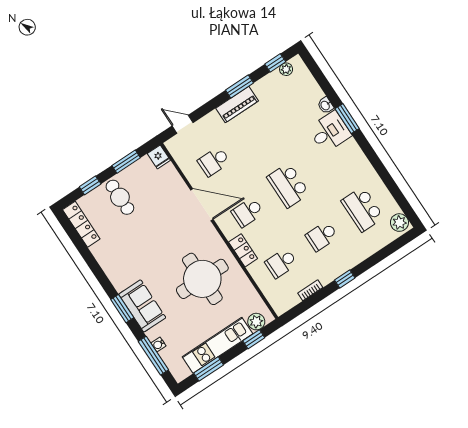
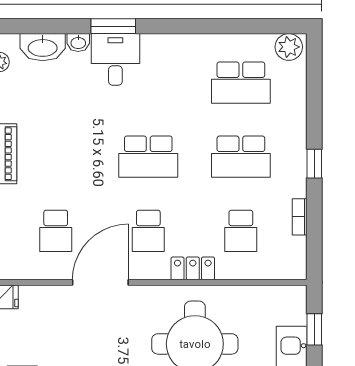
washbasin: (310, 88) -> (43, 47), added
school desk: (322, 236) -> (241, 157), width x1.85
plant: (256, 322) -> (294, 311), removed

